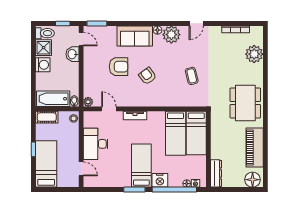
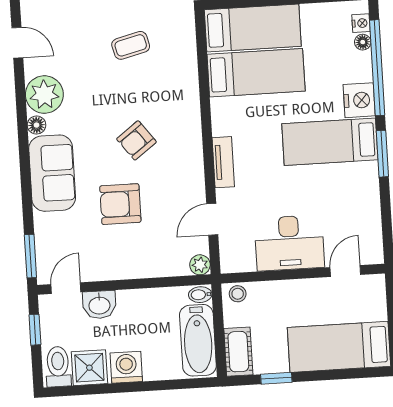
armchair: (118, 67) -> (120, 204), turned -90
window: (33, 149) -> (276, 378), moved

